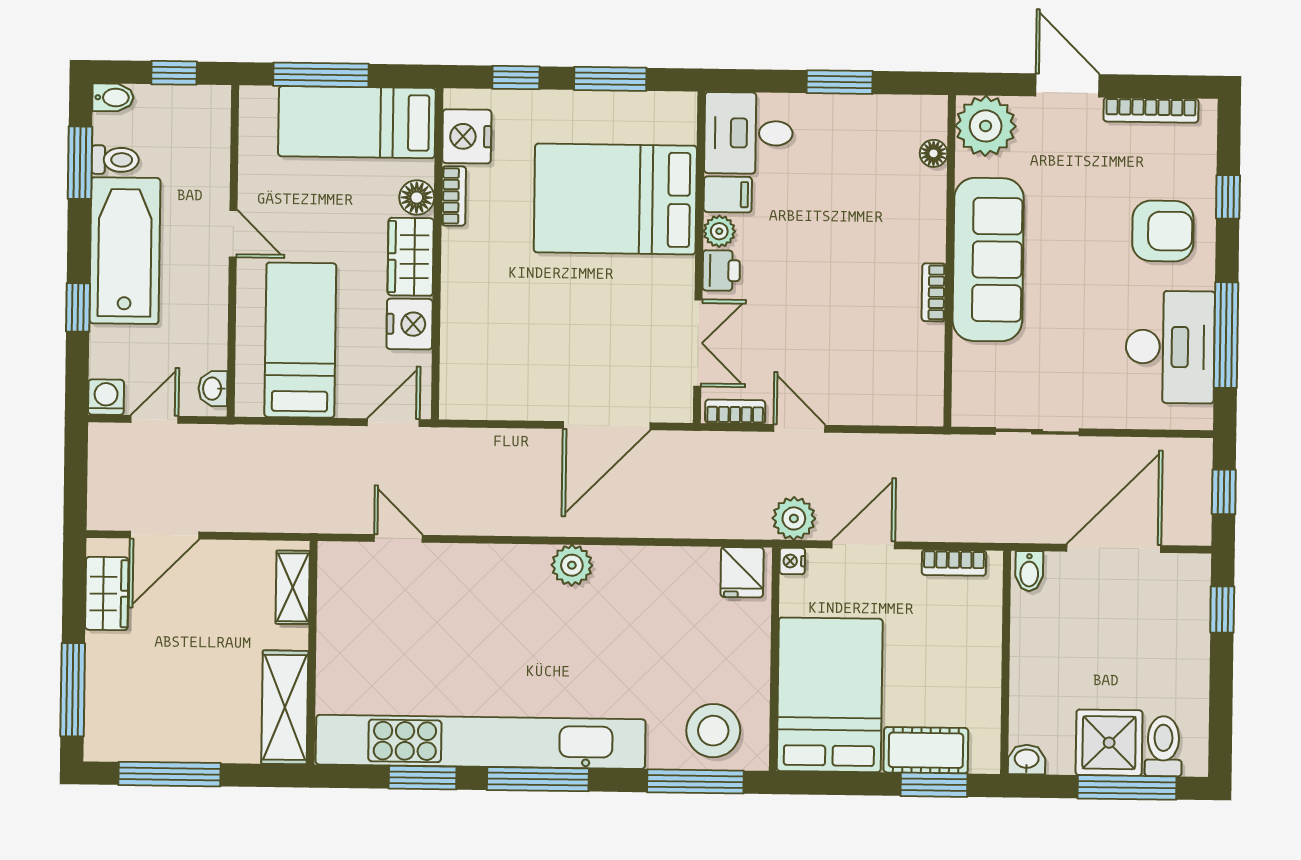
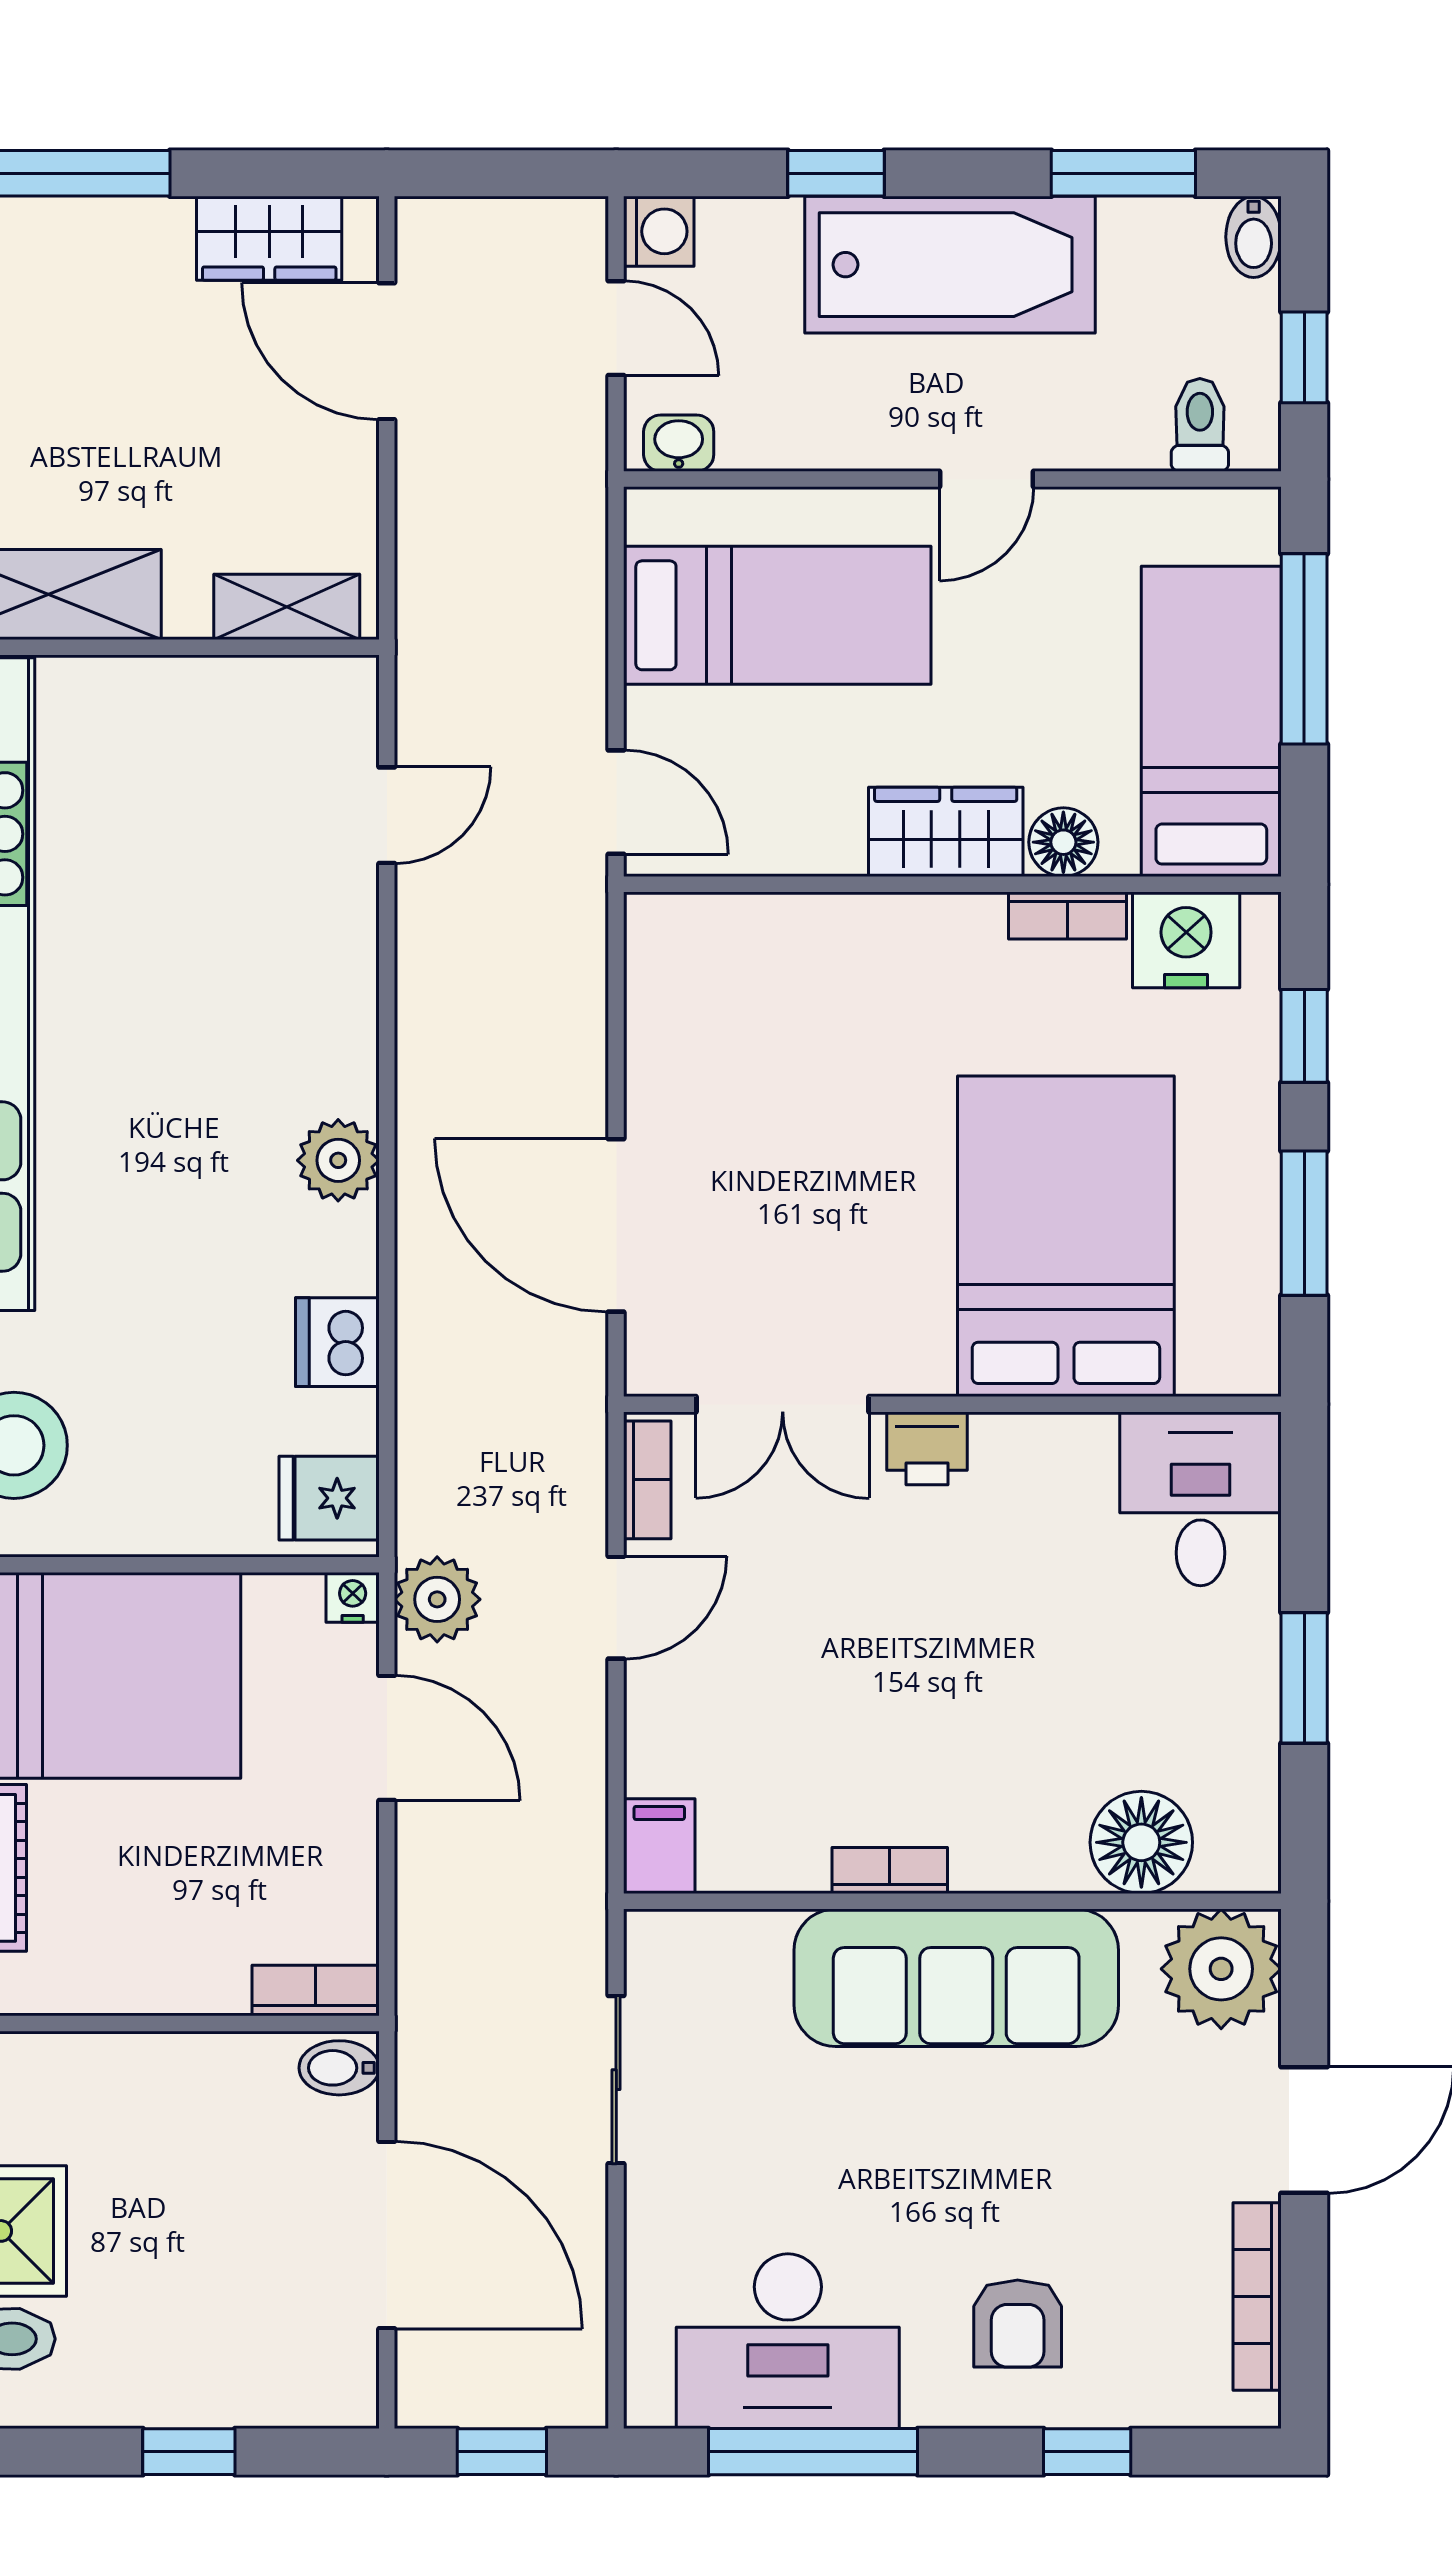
floor lamp: (934, 153) -> (1141, 1842), width x1.89, depth x1.89
toilet: (115, 160) -> (1200, 425), moved, turned 180
filing cabinet: (728, 194) -> (659, 1846), moved, turned 180
plant: (719, 231) -> (1005, 1443), removed
armchair: (1163, 231) -> (1018, 2324), width x0.72, depth x0.72
nightstand: (410, 324) -> (812, 832), removed
bookcase: (954, 563) -> (316, 1990), moved, turned 90
dishwasher: (664, 567) -> (337, 1342), added
window: (1222, 610) -> (189, 2452), moved

